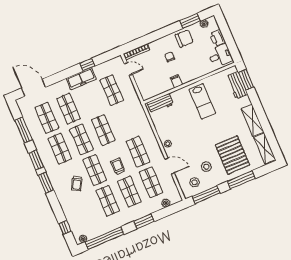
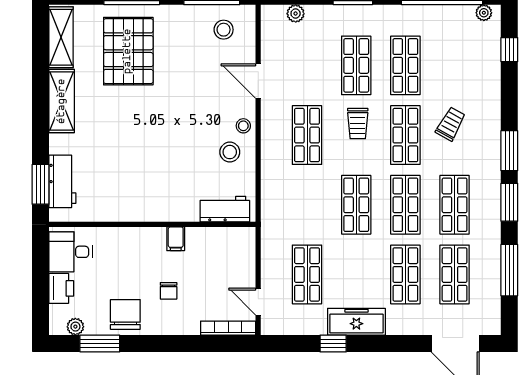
chair: (184, 38) -> (125, 314), turned 90
lab bench: (202, 101) -> (142, 179), removed
stool: (206, 167) -> (230, 152), moved
shop shelf: (151, 182) -> (307, 65), removed

